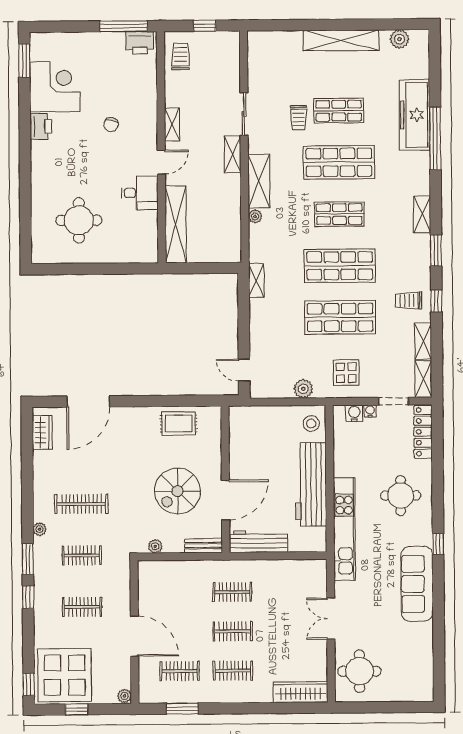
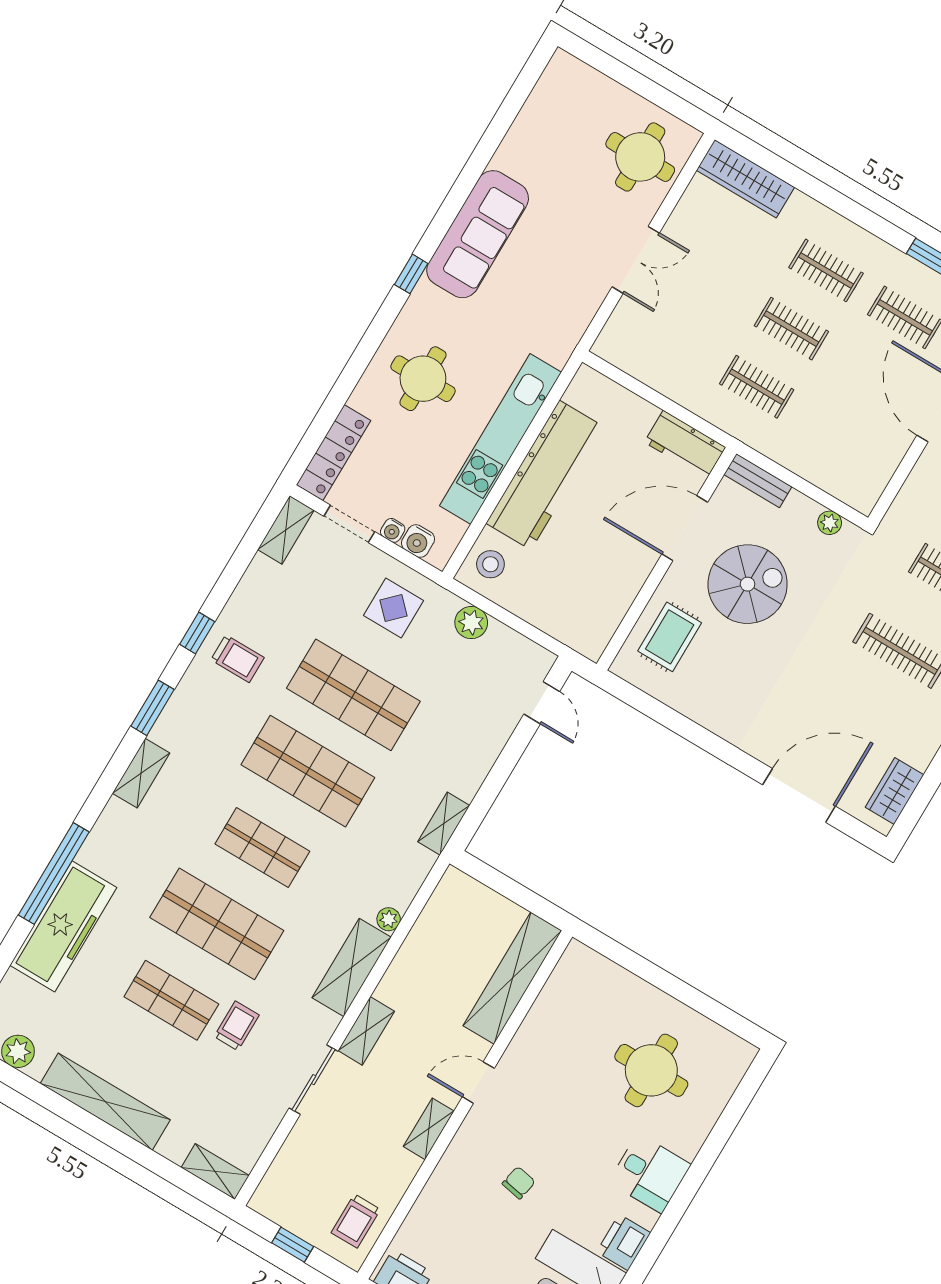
desk: (140, 193) -> (650, 1173), moved, turned 180
shelving: (423, 341) -> (215, 1171), moved, turned 90
rug: (179, 423) -> (670, 637), moved, turned 90
kitchen unit: (344, 529) -> (500, 439), moved
workbench: (258, 542) -> (685, 445), width x0.73

